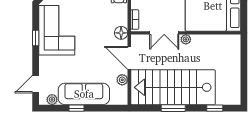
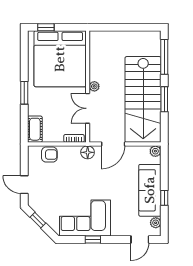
double door: (164, 33) -> (88, 108), swing flipped
plant: (122, 80) -> (155, 151), moved
door: (36, 84) -> (140, 239), hinge flipped
window: (215, 108) -> (164, 57), width x2.17

